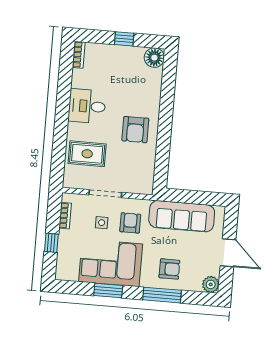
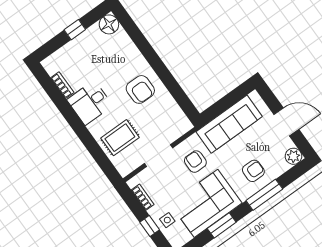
bookcase: (79, 55) -> (62, 85), moved
side table: (102, 223) -> (167, 220), moved

